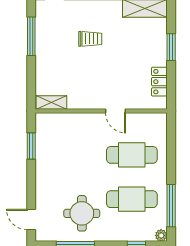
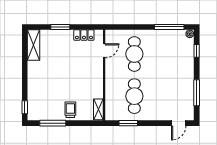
trolley: (90, 39) -> (70, 110), moved
door: (116, 111) -> (104, 51), moved
cafe table: (132, 199) -> (134, 96), moved
round table: (82, 213) -> (175, 88), removed

